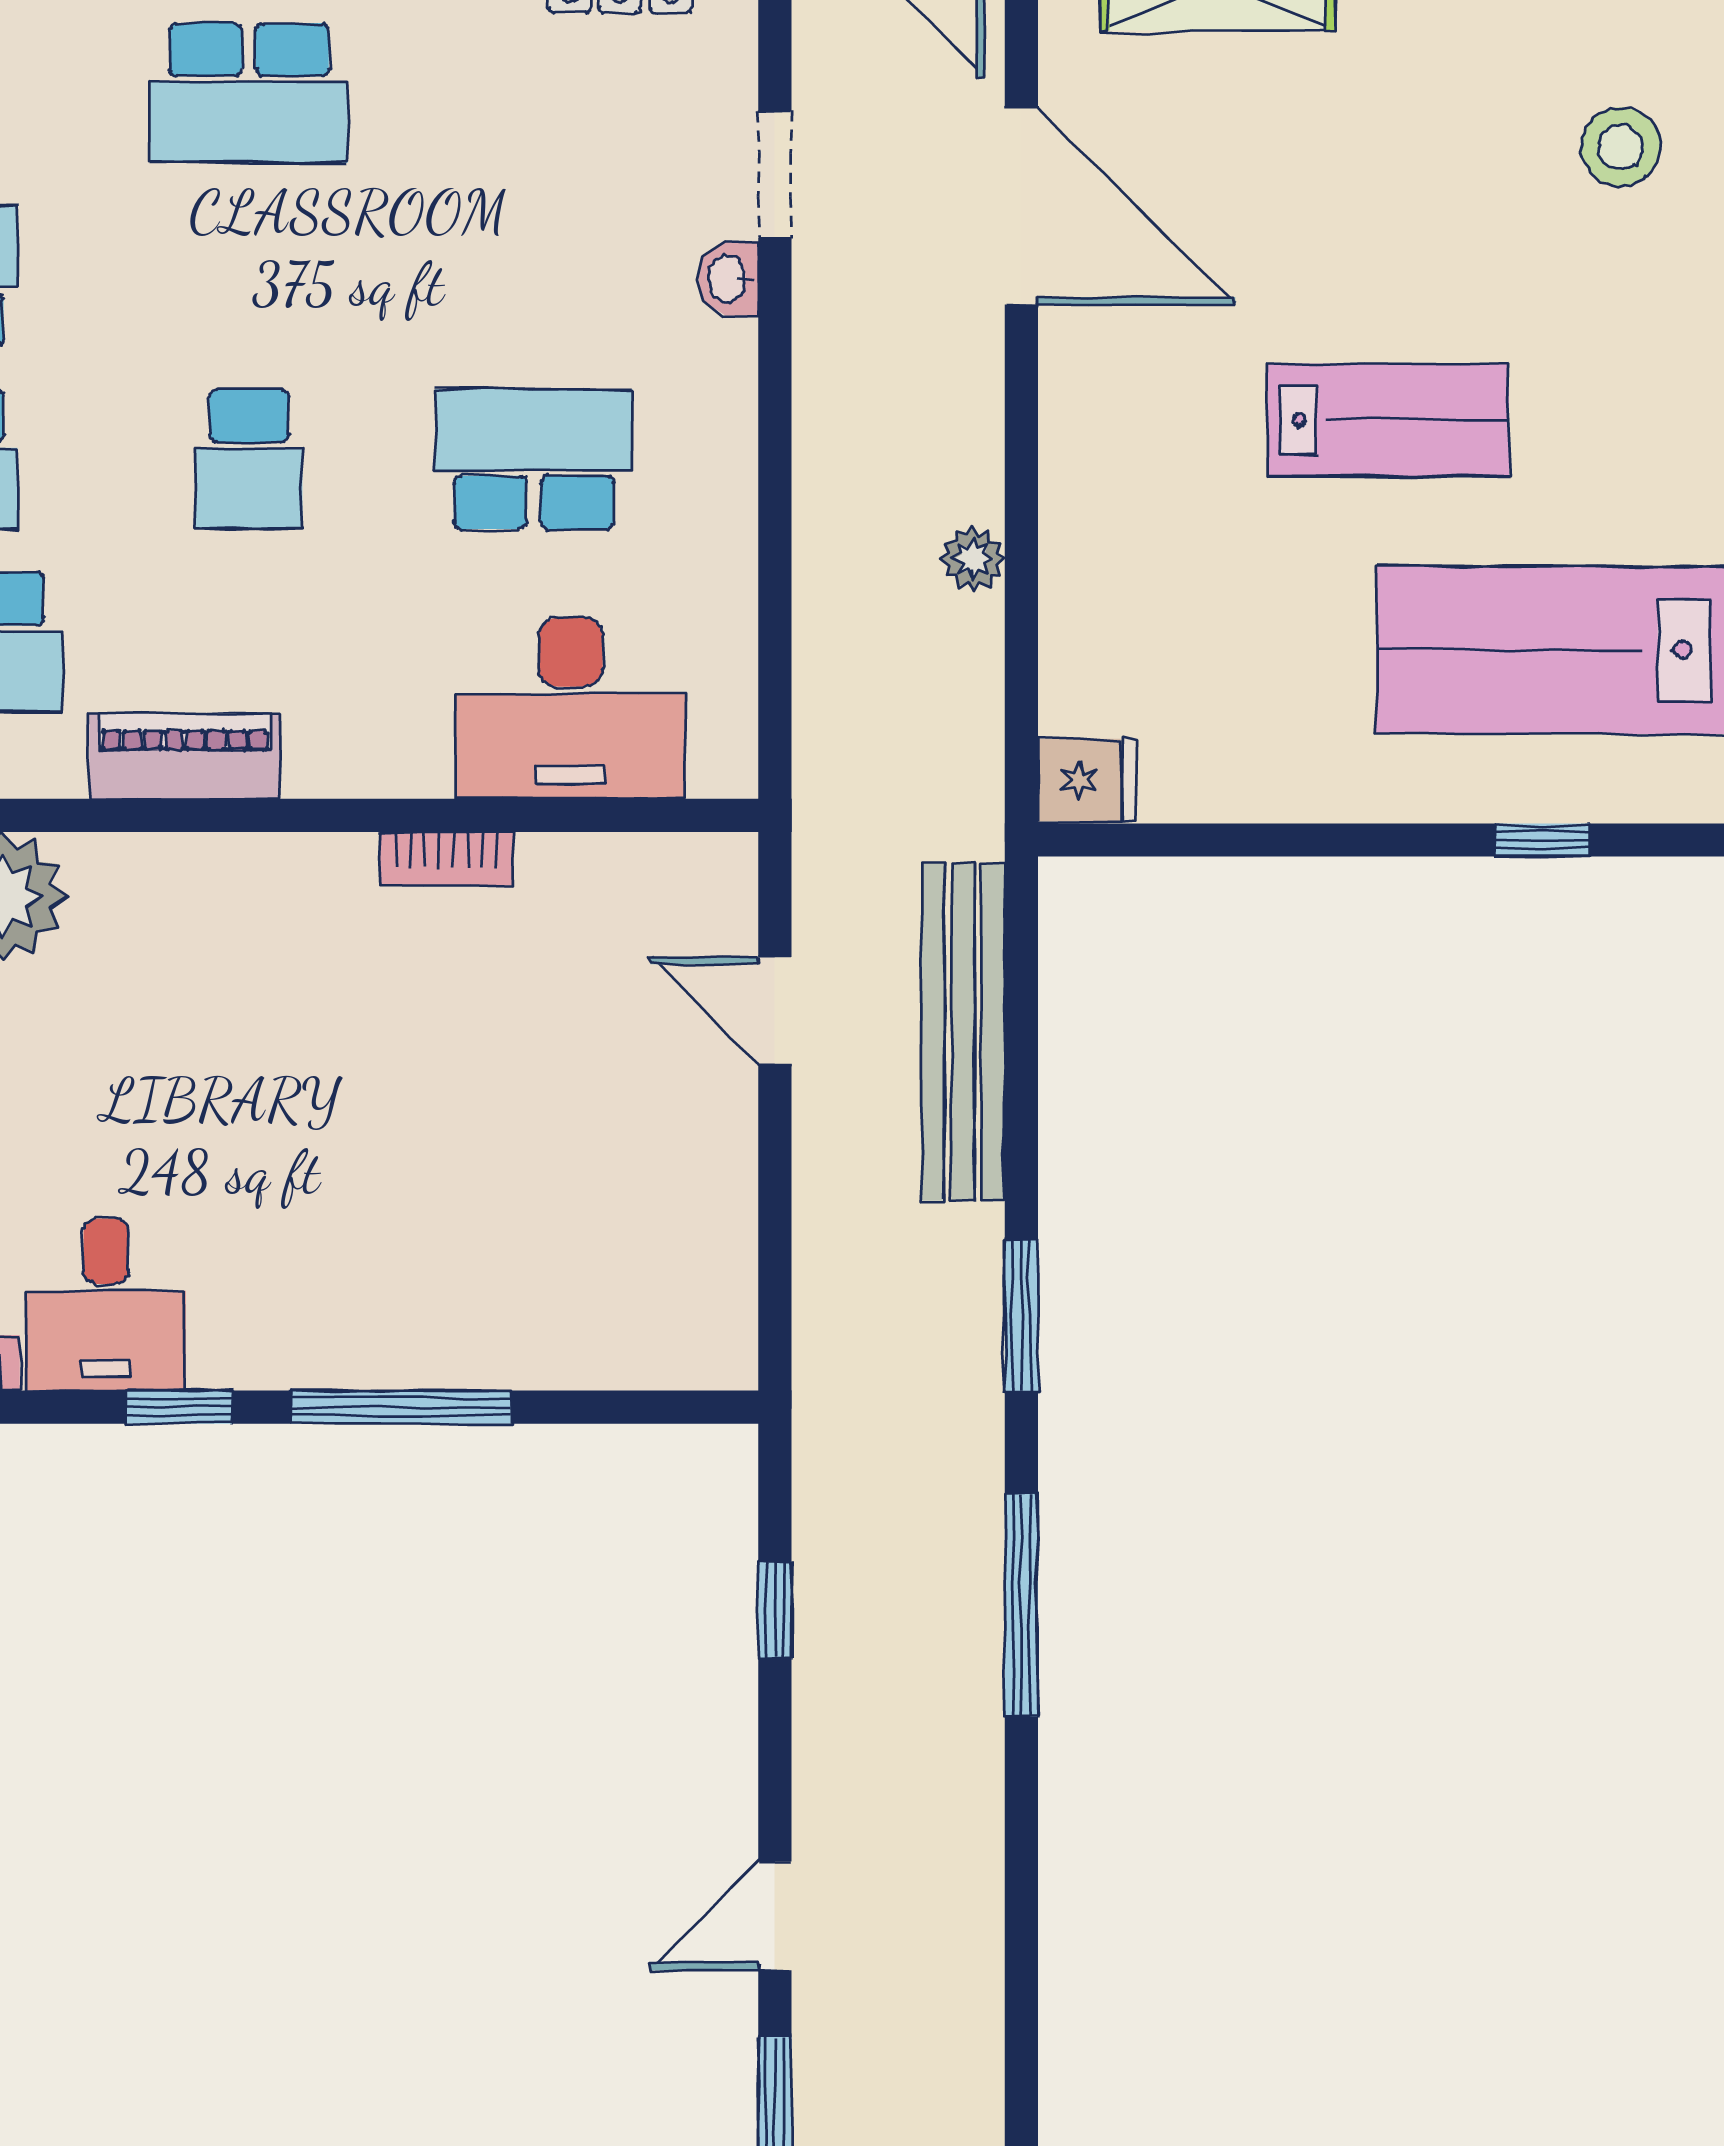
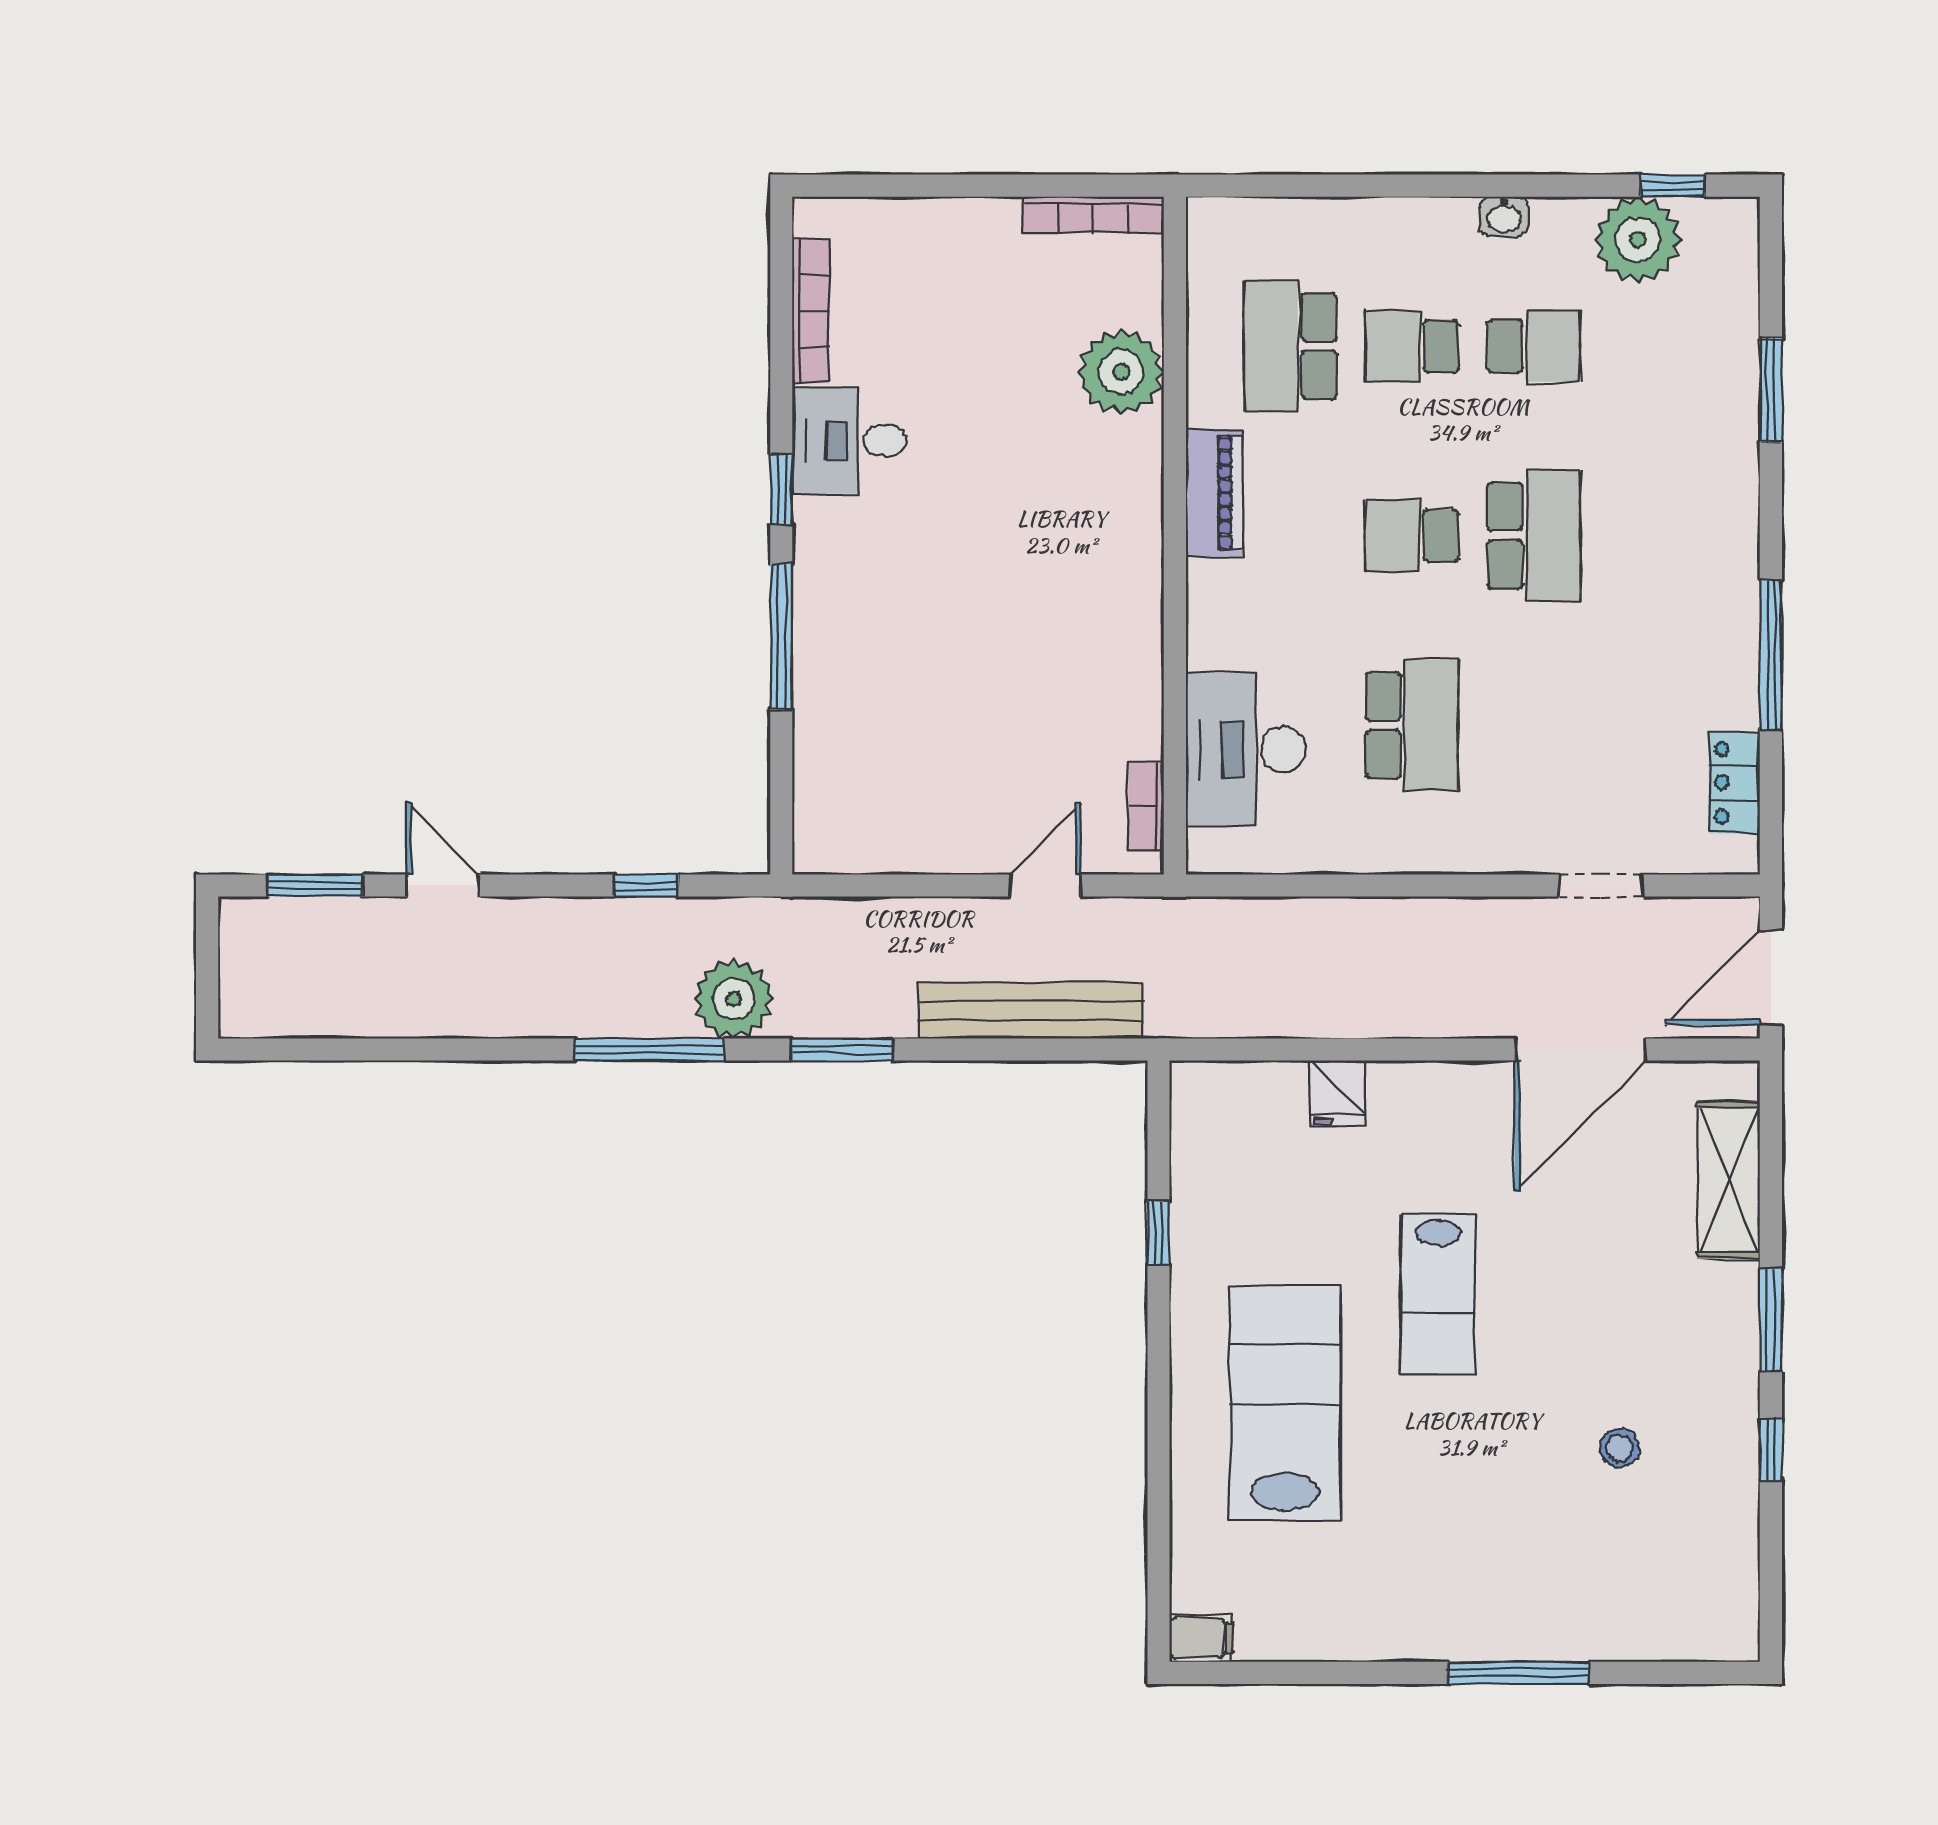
school desk: (249, 93) -> (1534, 536), moved, turned 180
stool: (1620, 147) -> (1620, 1448), width x0.73, depth x0.73
washbasin: (729, 279) -> (1532, 855), removed
plant: (973, 559) -> (734, 999), moved, width x1.88, depth x1.88
fridge: (1087, 780) -> (1337, 1093), moved
window: (1542, 840) -> (1158, 1233), moved
bookcase: (446, 859) -> (1146, 806), moved

